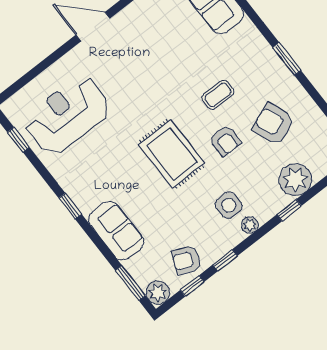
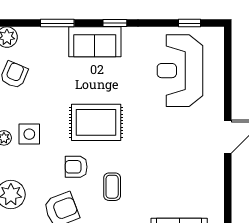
reception desk: (67, 115) -> (180, 71), turned 180
sofa: (116, 231) -> (95, 42), moved
window: (130, 283) -> (57, 23), moved

